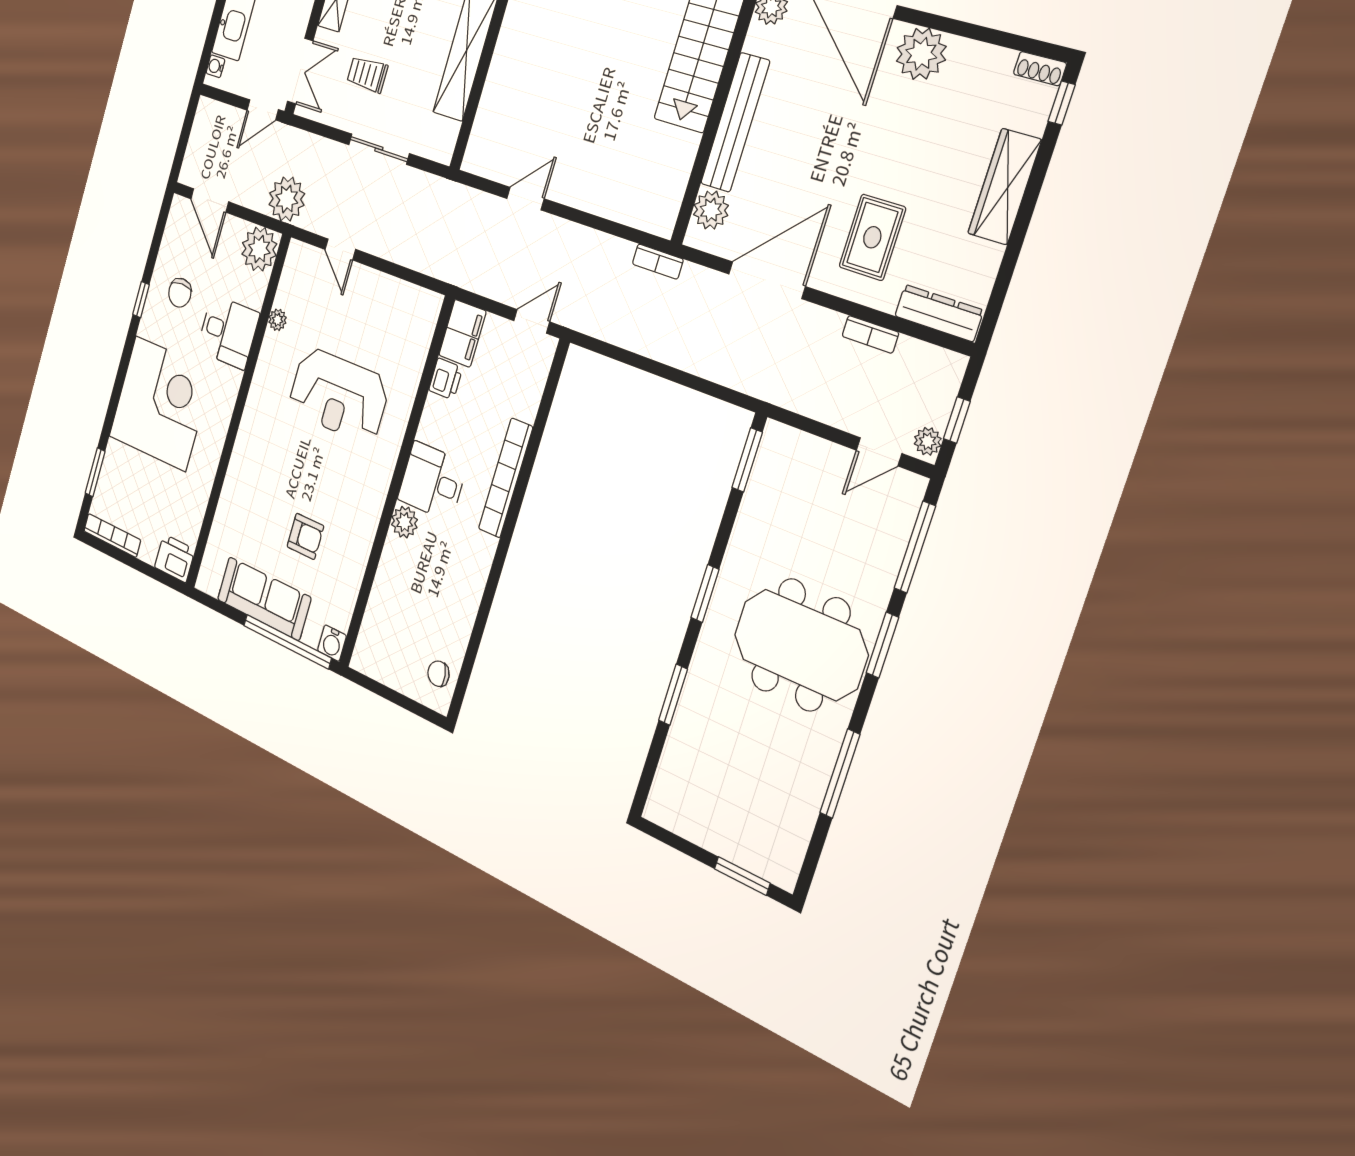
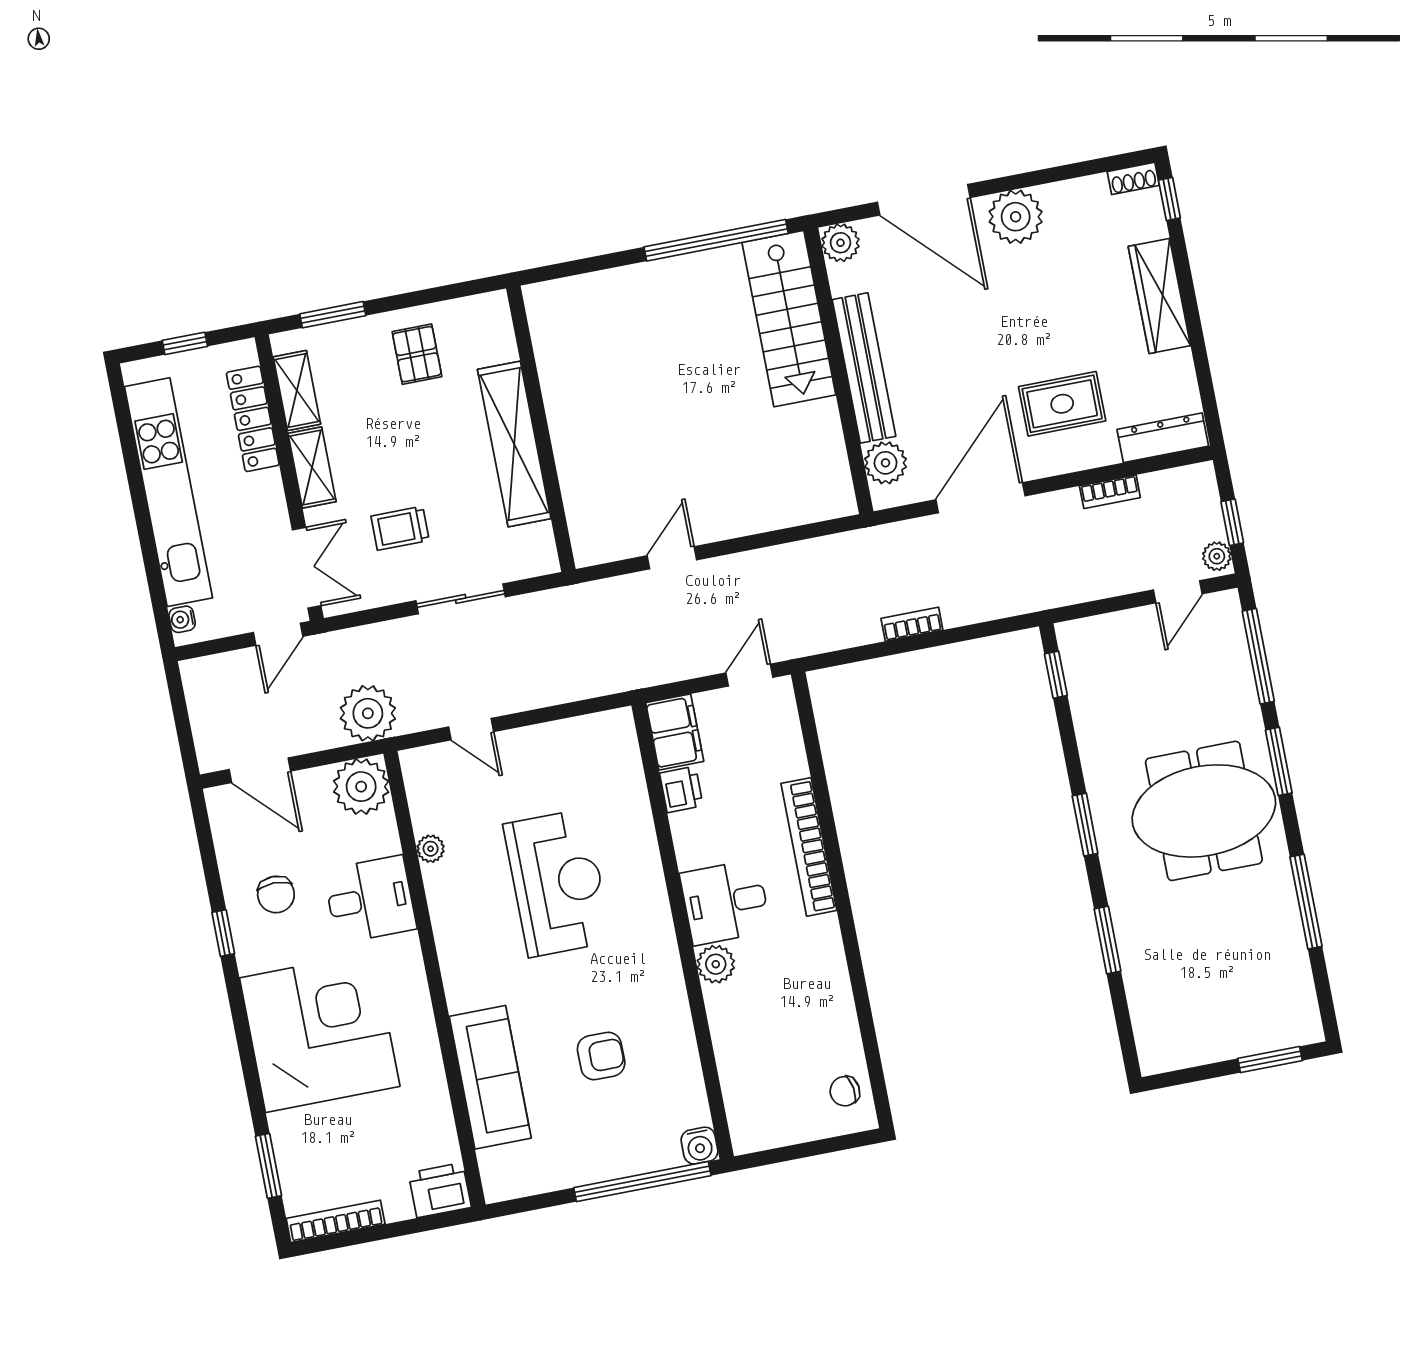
rug: (872, 237) -> (1062, 404), turned 90
bookcase: (658, 262) -> (912, 624), moved, turned 180
reception desk: (338, 395) -> (557, 883), turned -90
window: (747, 460) -> (1056, 675), width x0.67
sofa: (264, 599) -> (490, 1077), moved, turned 90

